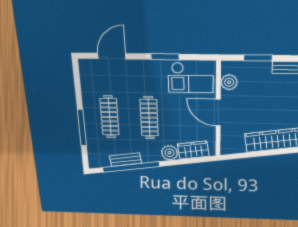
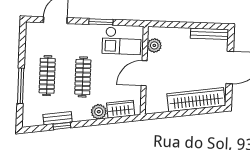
window: (258, 58) -> (179, 25), removed
door: (218, 113) -> (144, 73), hinge flipped
window: (131, 167) -> (62, 126), width x0.32

